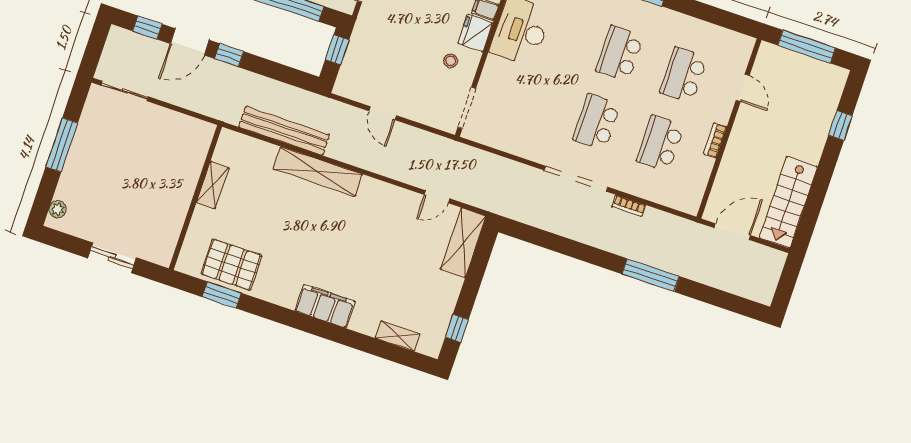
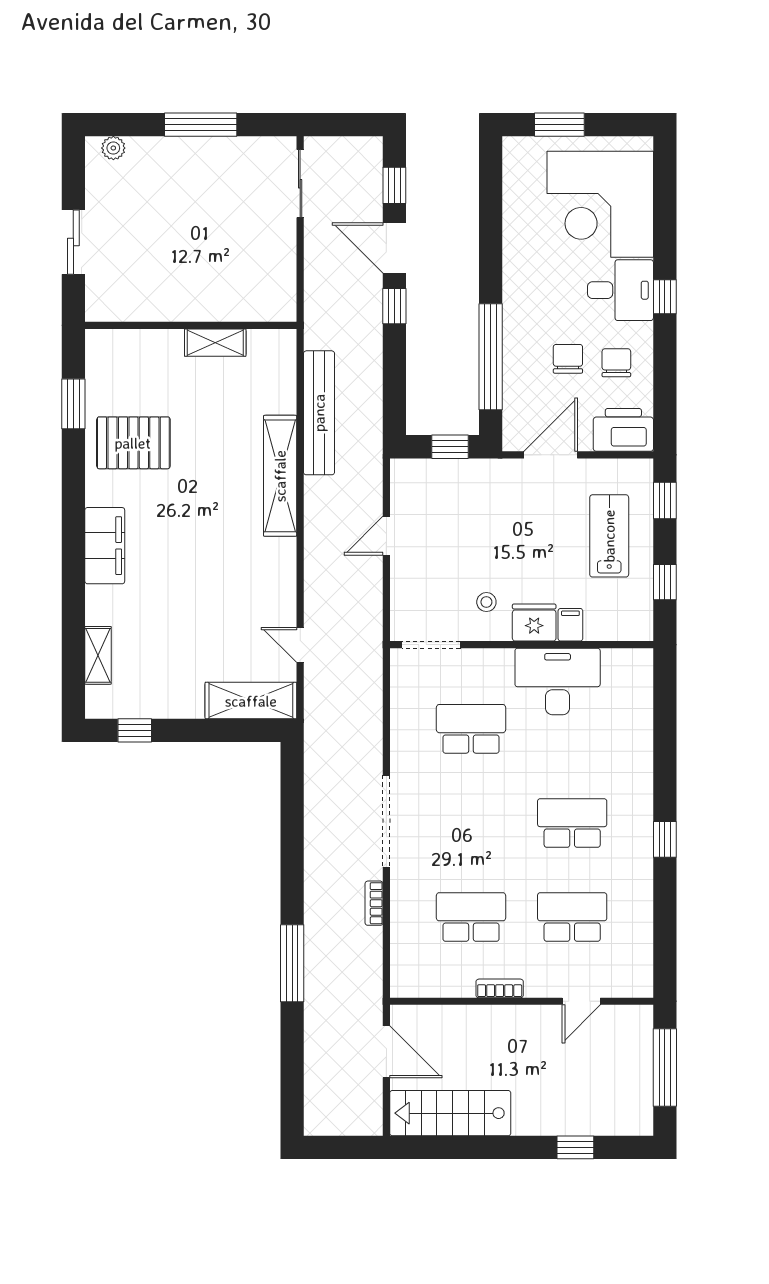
school desk: (597, 122) -> (471, 729), moved
pallet: (232, 265) -> (133, 443), moved, turned 90

